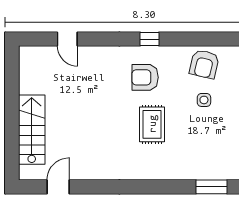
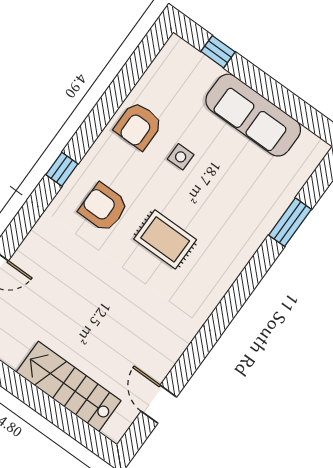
armchair: (204, 64) -> (138, 126), turned 77
armchair: (145, 77) -> (103, 207), turned 90

